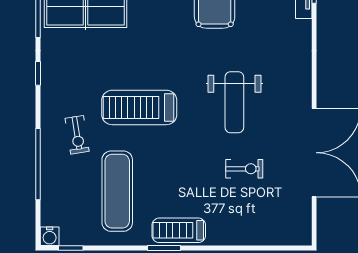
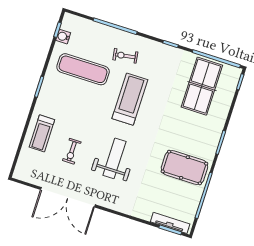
weight bench: (234, 102) -> (114, 158), turned 90
treadmill: (179, 230) -> (42, 133), moved, turned 180
water cooler: (50, 236) -> (63, 37), moved

